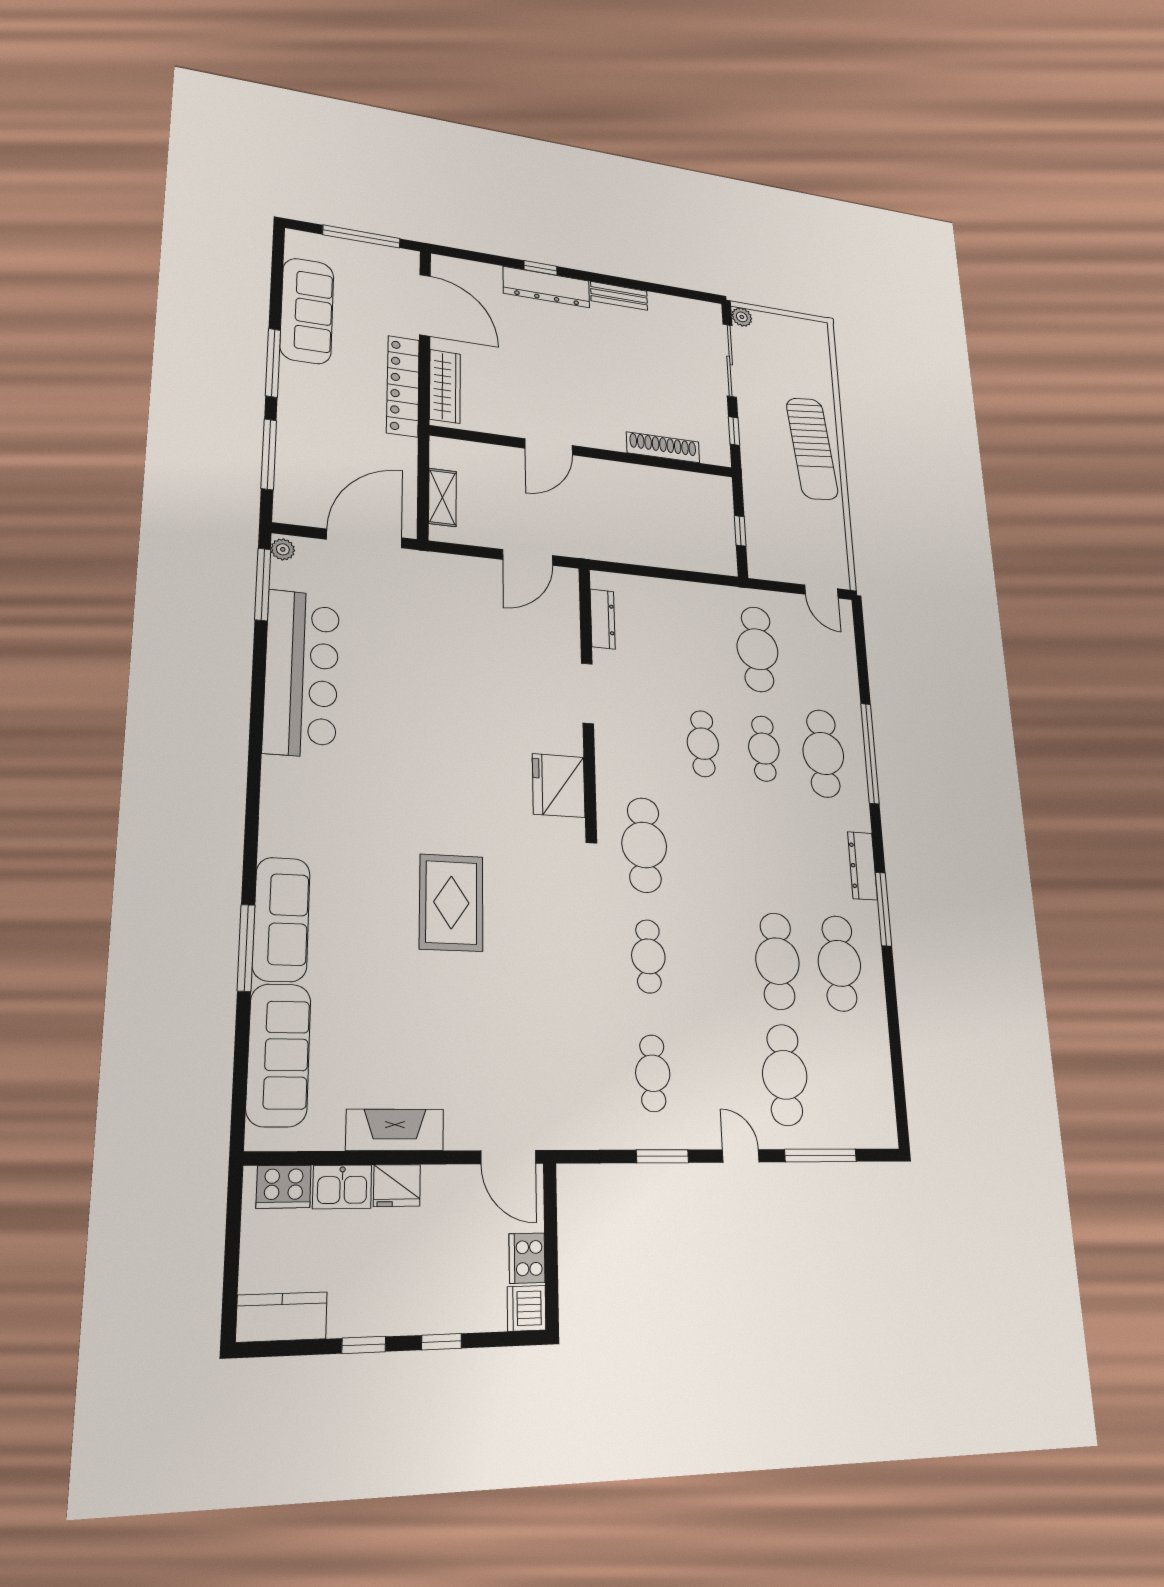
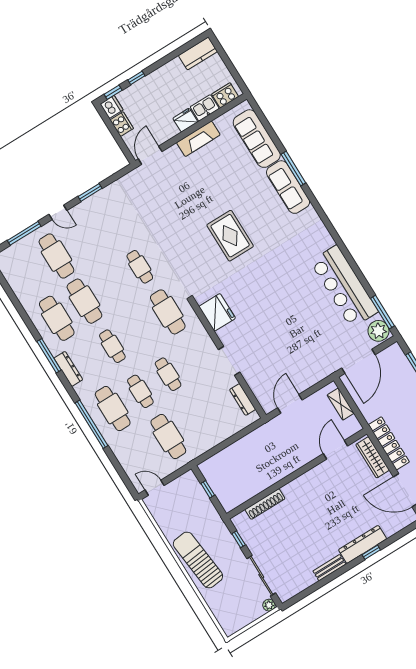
door: (549, 447) -> (335, 450), moved
plant: (283, 549) -> (378, 331), width x1.88, depth x1.88
cafe table: (653, 1073) -> (112, 346), moved
door: (508, 1157) -> (150, 155), hinge flipped
window: (364, 1345) -> (113, 92), moved

